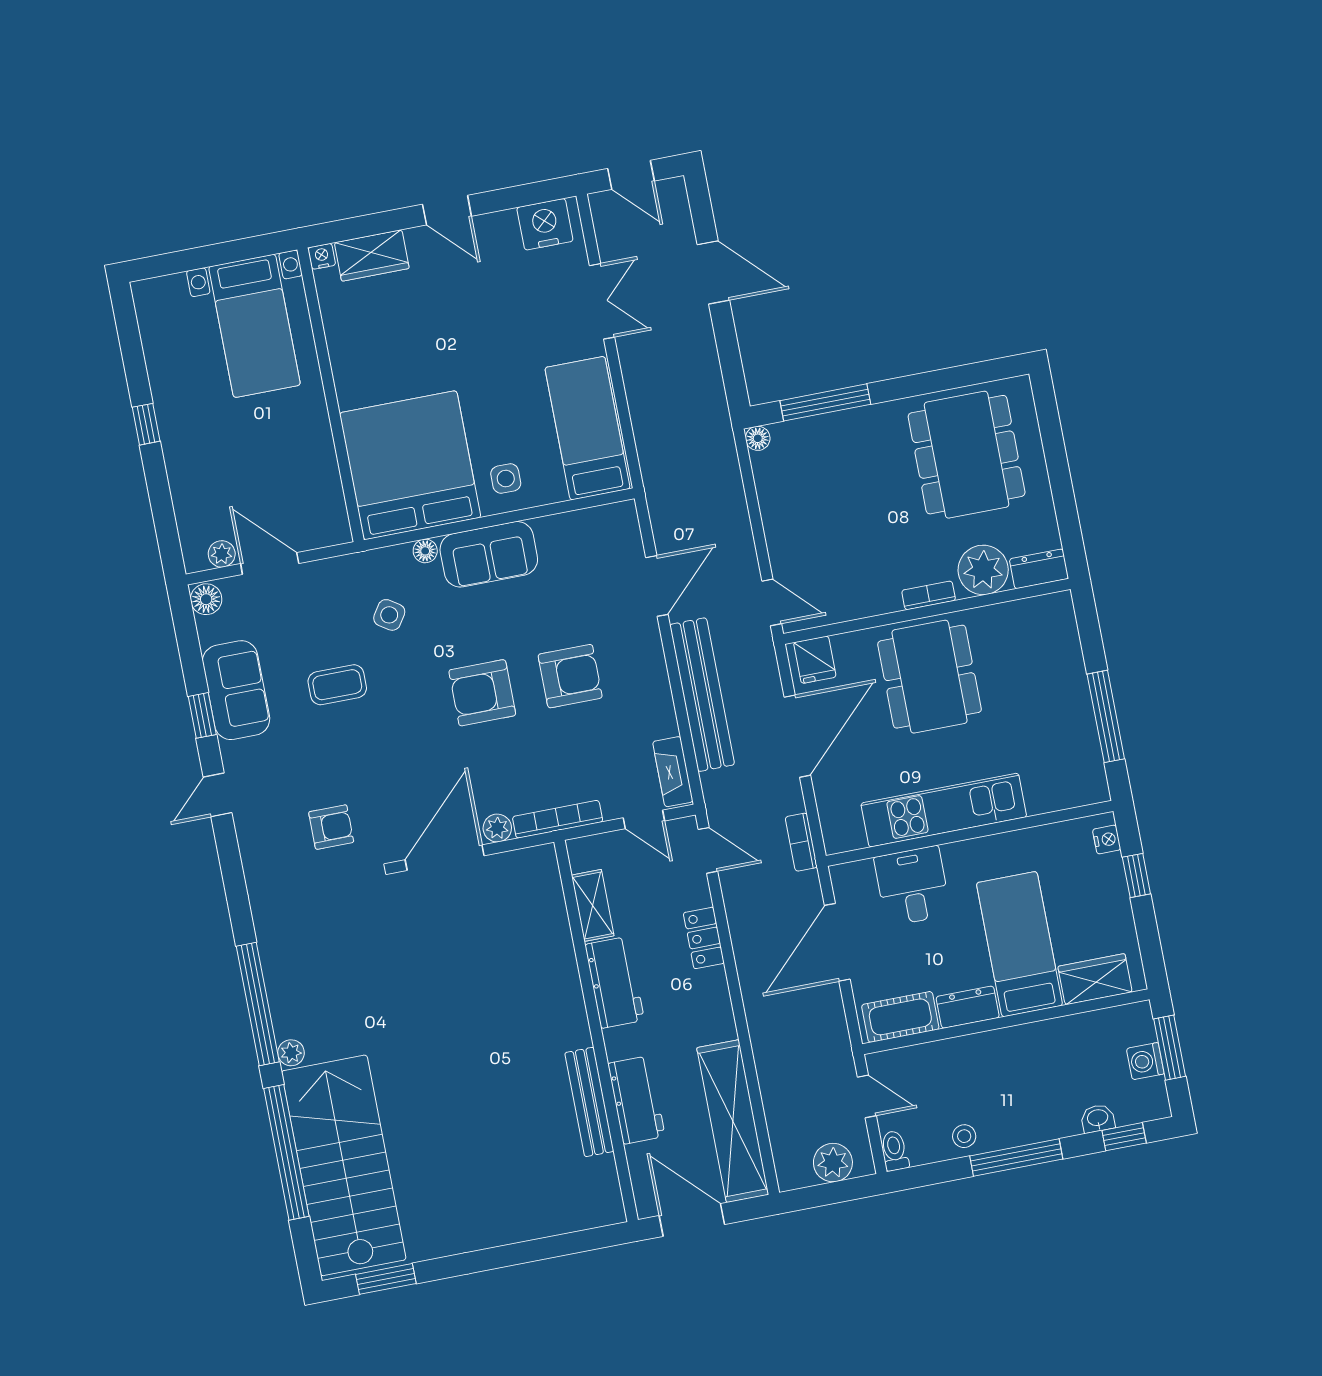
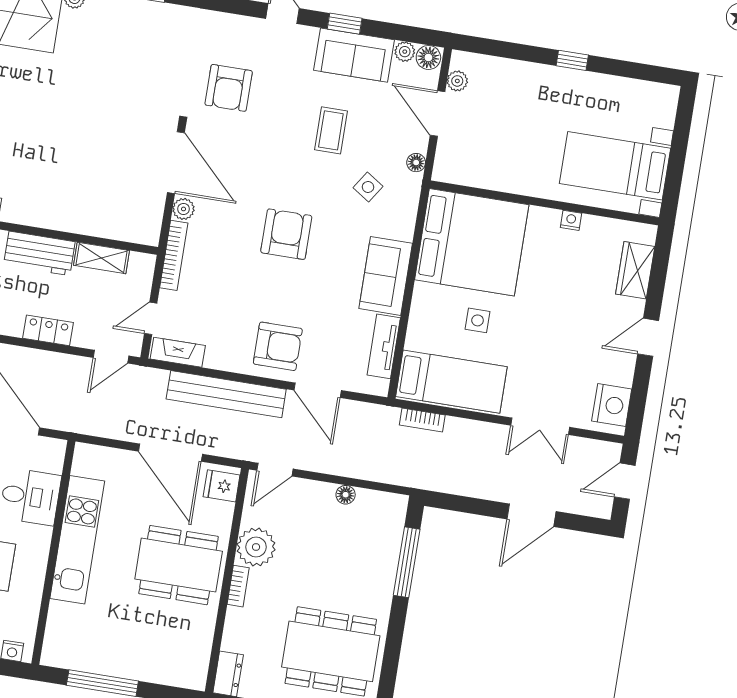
nightstand: (322, 256) -> (571, 220), moved, turned -90
floor lamp: (758, 438) -> (346, 495), moved
side table: (506, 479) -> (478, 320), moved
tv unit: (575, 526) -> (384, 346), added
floor lamp: (425, 551) -> (416, 163), moved
door: (270, 564) -> (437, 113), swing flipped
plant: (983, 570) -> (256, 547), moved
plant: (209, 630) -> (405, 52), added
armchair: (570, 676) -> (278, 346), moved, turned -90
armchair: (331, 827) -> (229, 88), width x1.38, depth x1.38
bookcase: (801, 842) -> (422, 420), moved, turned 180

